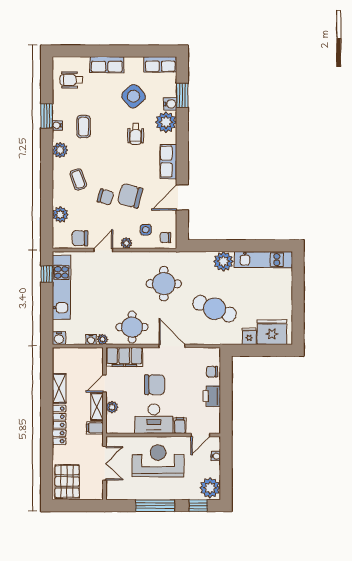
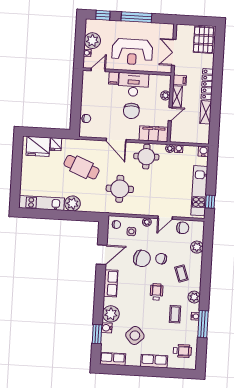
window: (47, 116) -> (203, 324), width x1.44
wheelchair: (136, 134) -> (157, 292), moved
chair: (155, 385) -> (131, 111), turned -90
printer: (212, 396) -> (88, 99), removed
plant: (210, 488) -> (92, 41), moved

